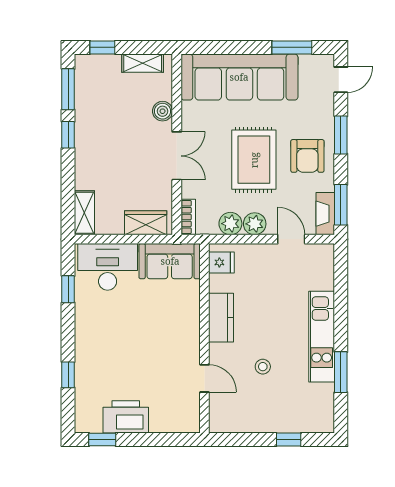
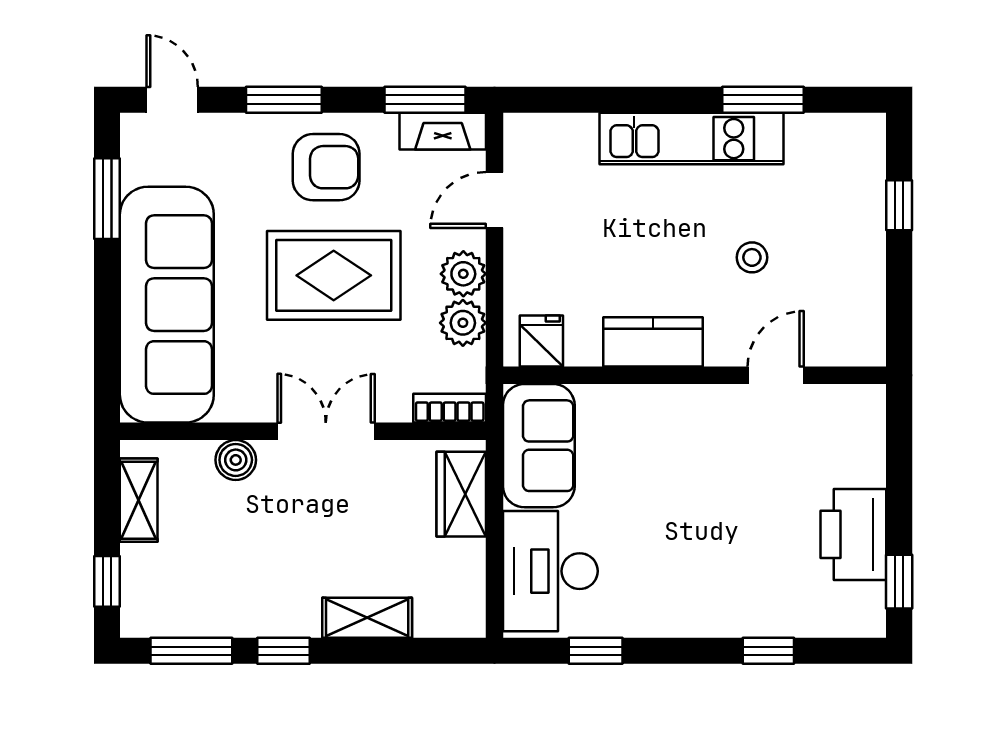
shelving: (84, 213) -> (367, 618), moved

